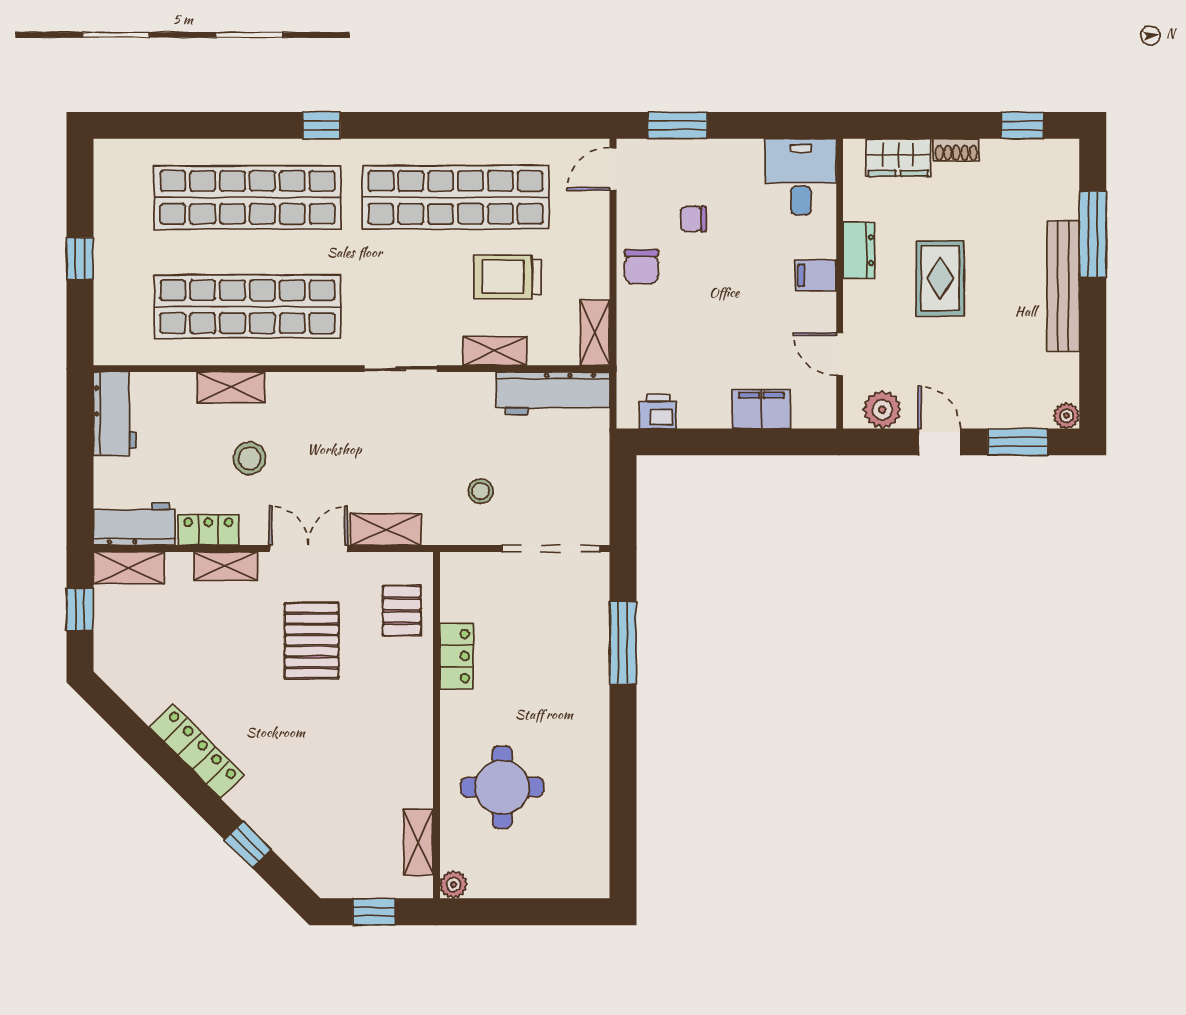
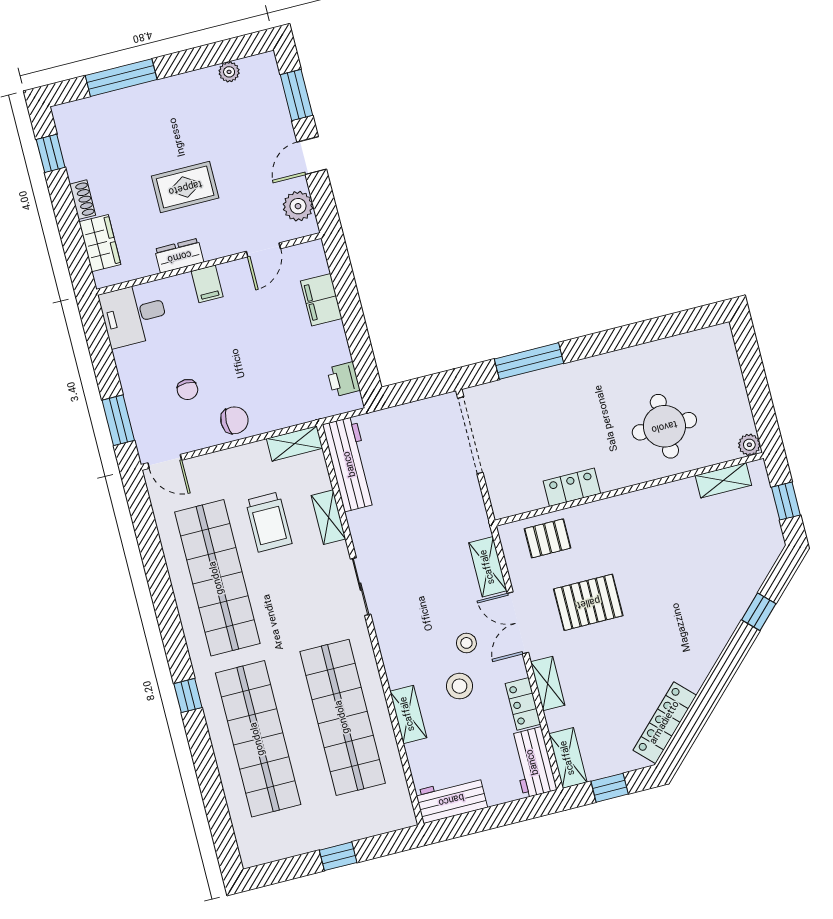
bench: (1063, 286) -> (167, 90), removed
plant: (1067, 416) -> (229, 72), moved
stool: (481, 491) -> (466, 643), moved
locker: (197, 751) -> (665, 723), moved

